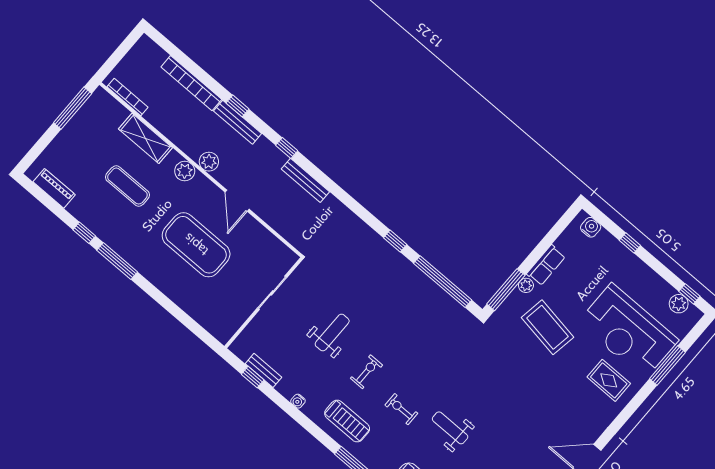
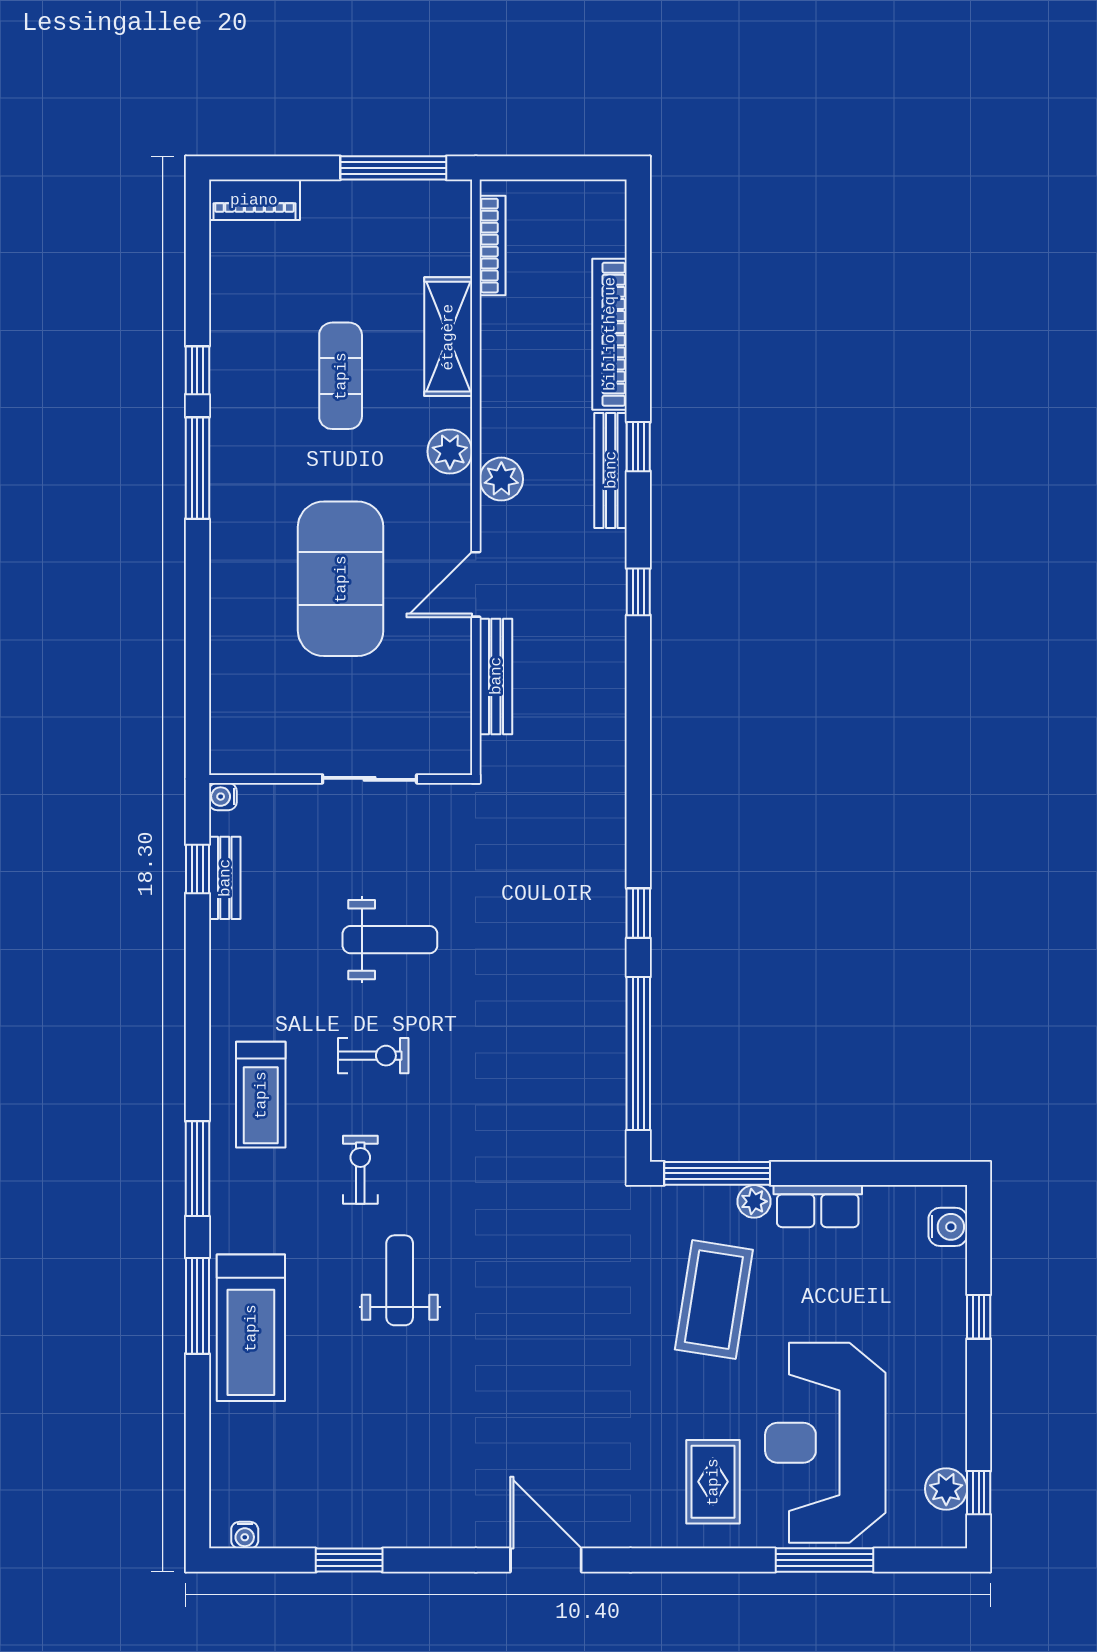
bench: (305, 180) -> (496, 676), moved
piano: (54, 188) -> (254, 200), moved, turned 90
water cooler: (298, 401) -> (223, 797), moved

